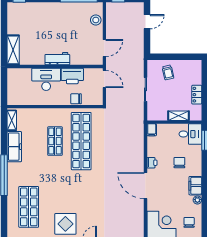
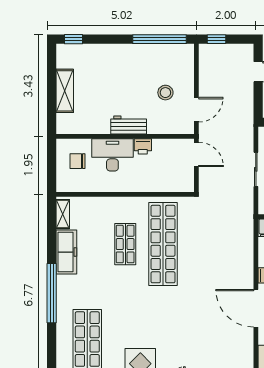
stool: (96, 20) -> (165, 93), moved
shelving: (13, 50) -> (65, 91), moved
printer: (72, 76) -> (143, 146), width x0.53, depth x0.68
chair: (76, 99) -> (77, 161), moved

